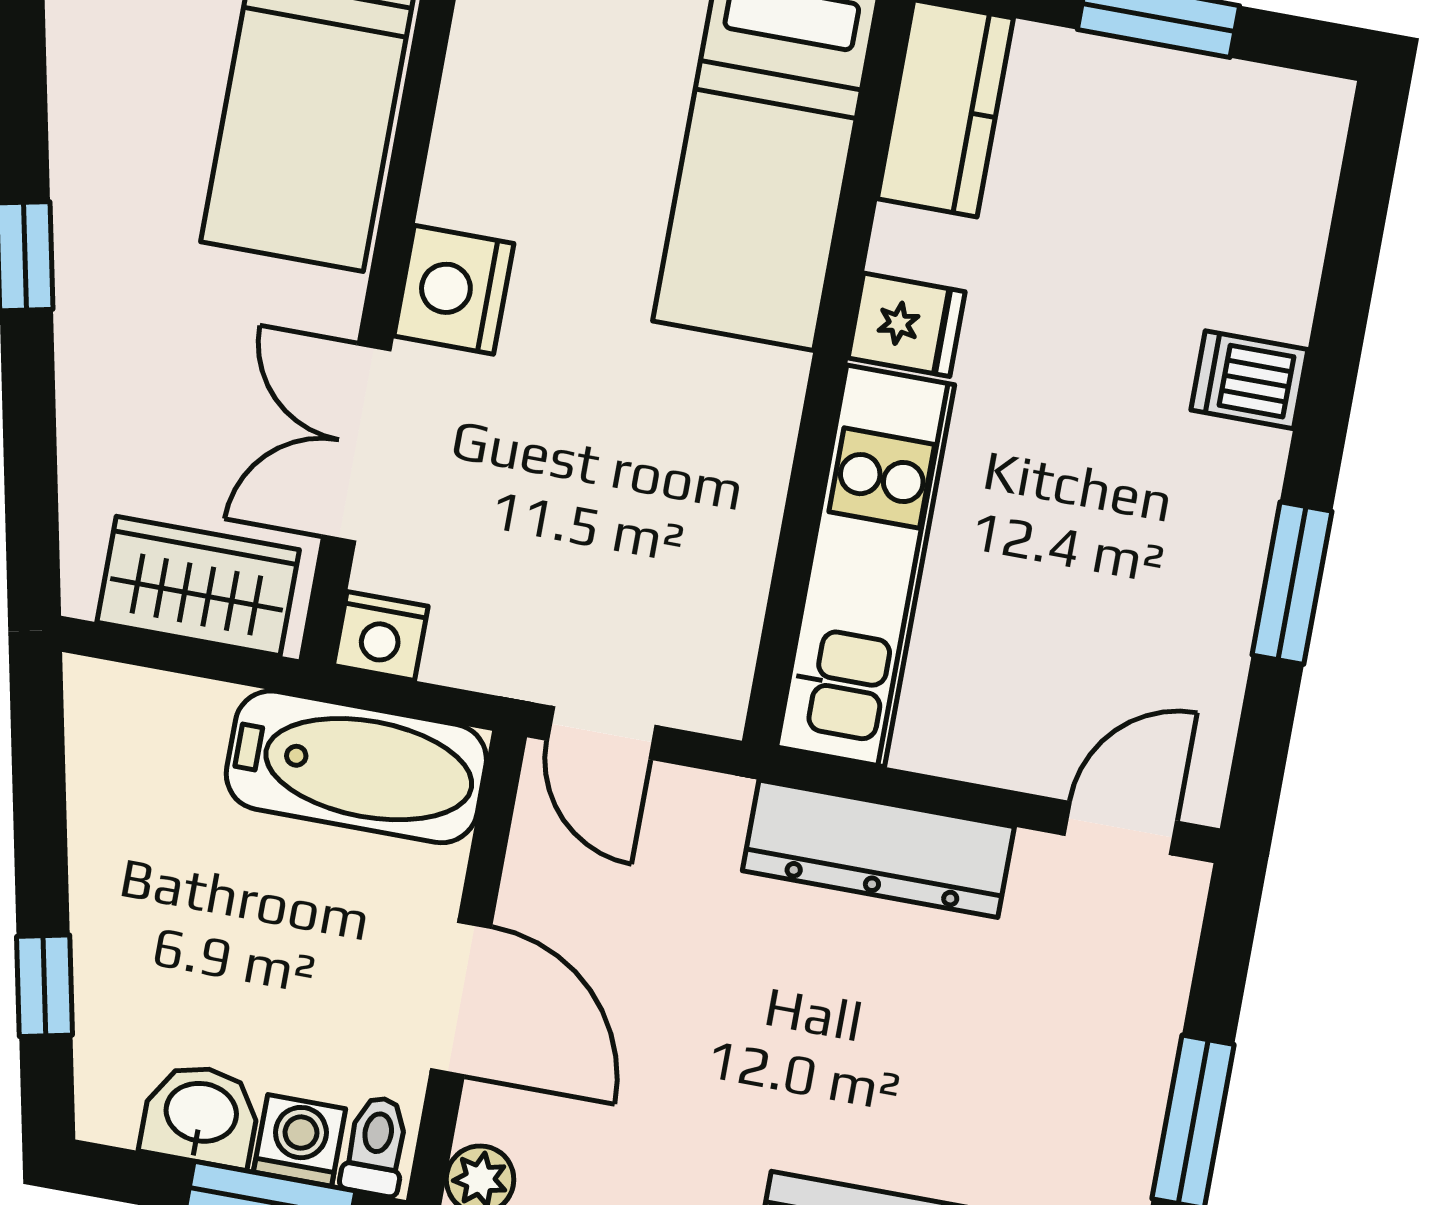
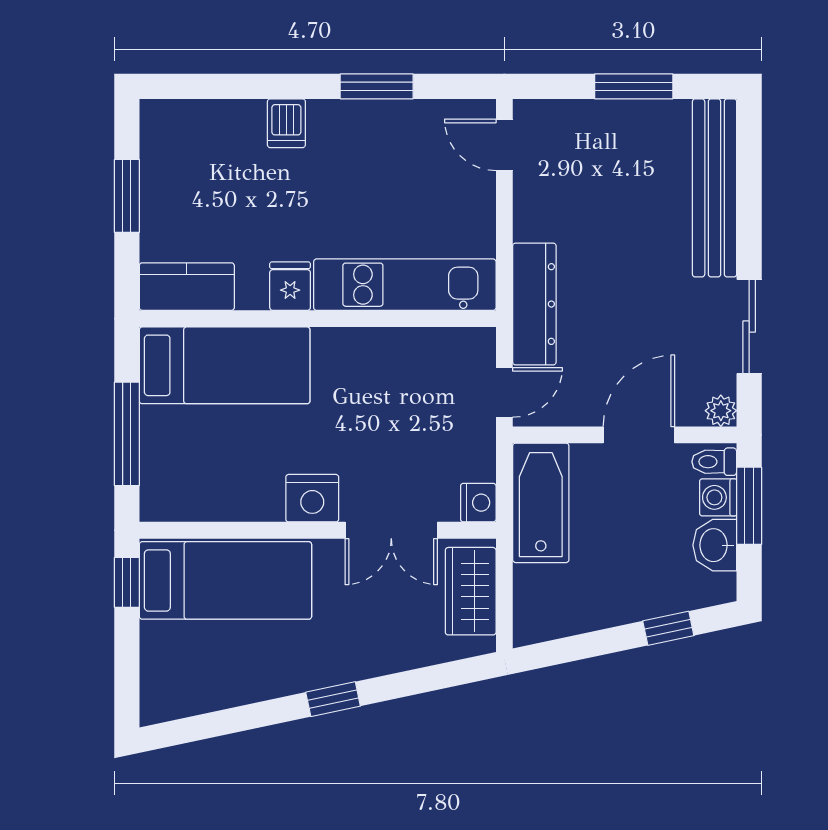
dresser: (878, 849) -> (534, 304), moved

